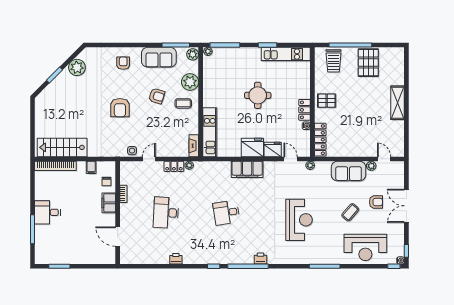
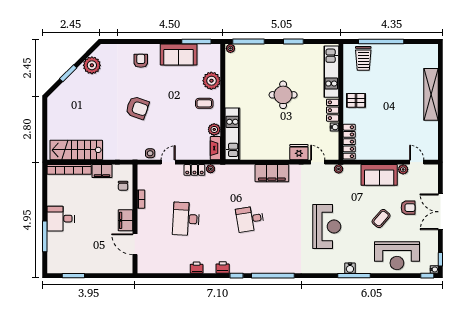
plant: (193, 54) -> (214, 129), moved
kitchen unit: (286, 54) -> (331, 72), moved, turned 90
pallet: (368, 63) -> (400, 60), removed
armchair: (157, 96) -> (176, 95), removed
shelving: (397, 103) -> (431, 94), width x1.47
armchair: (120, 108) -> (137, 108), turned -71
fridge: (252, 147) -> (277, 150), removed
filing cabinet: (91, 167) -> (102, 171), width x2.00
filing cabinet: (109, 203) -> (125, 220), moved
printer: (261, 258) -> (223, 267), moved
water cooler: (321, 259) -> (350, 268), added

